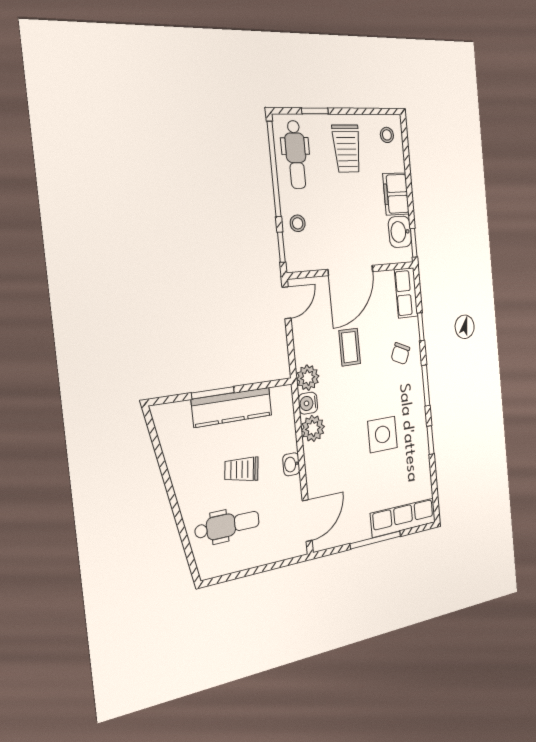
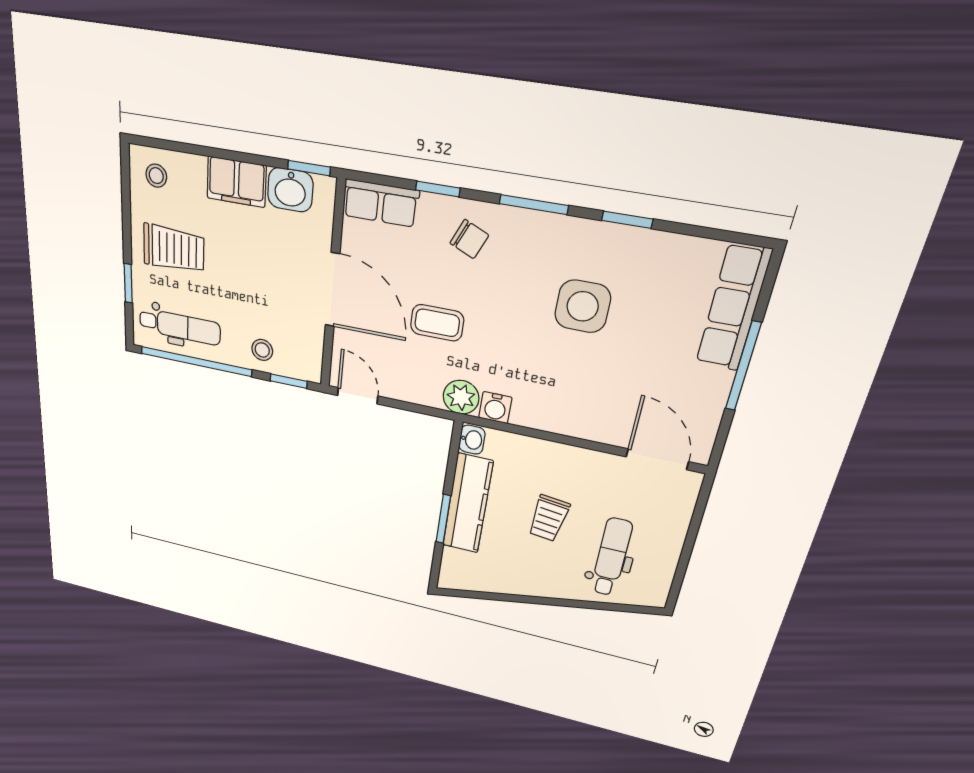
plant: (313, 428) -> (532, 411), removed
washbasin: (291, 464) -> (472, 440), moved, turned -90

